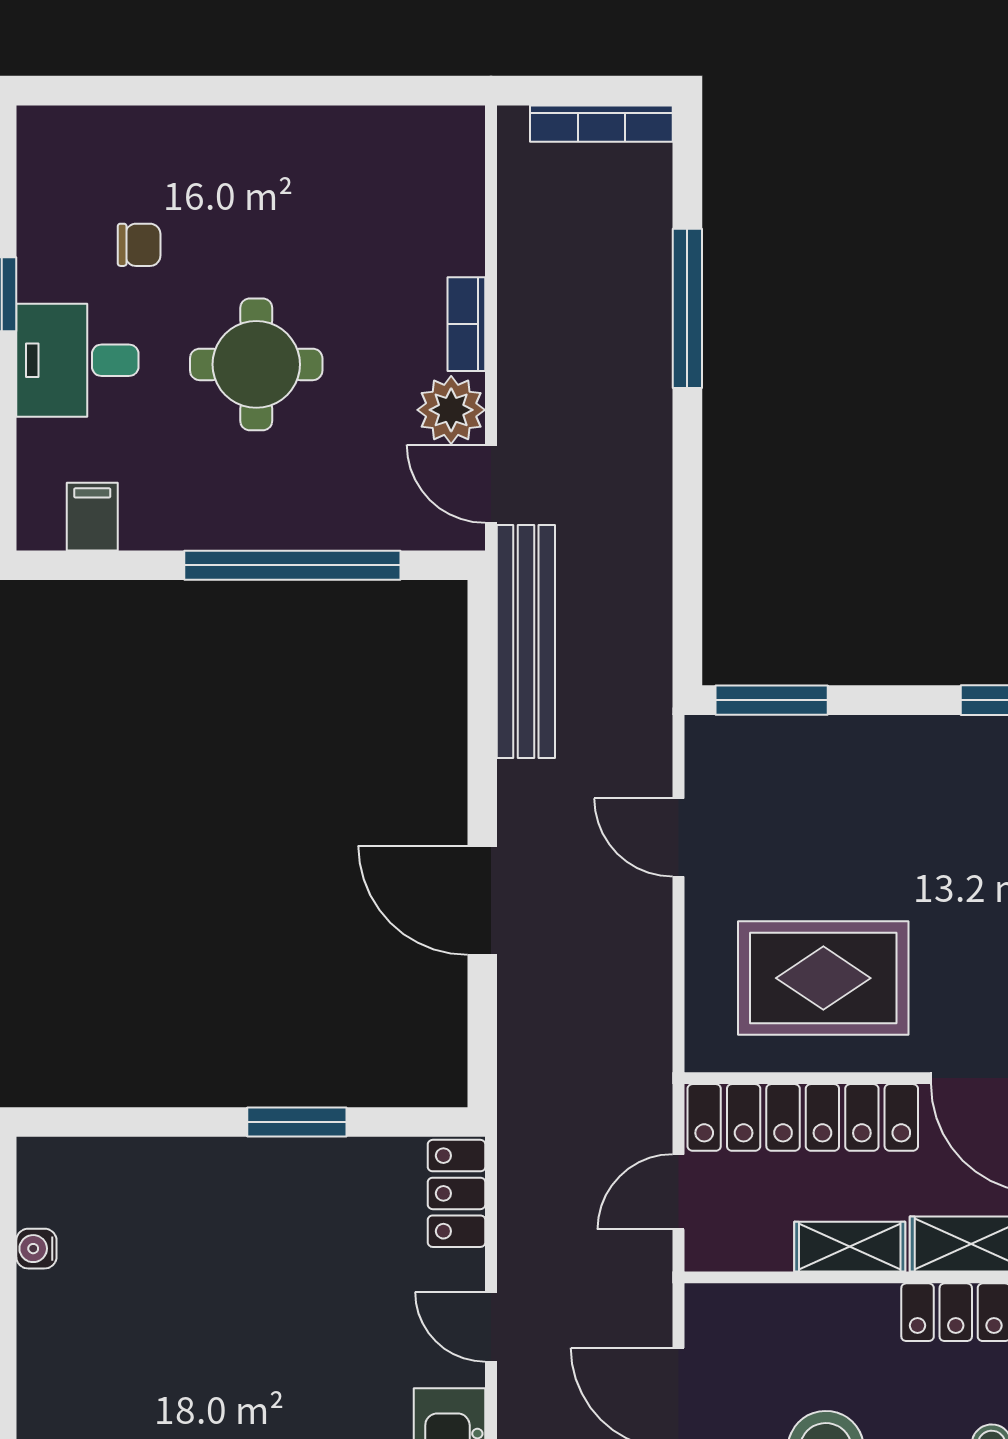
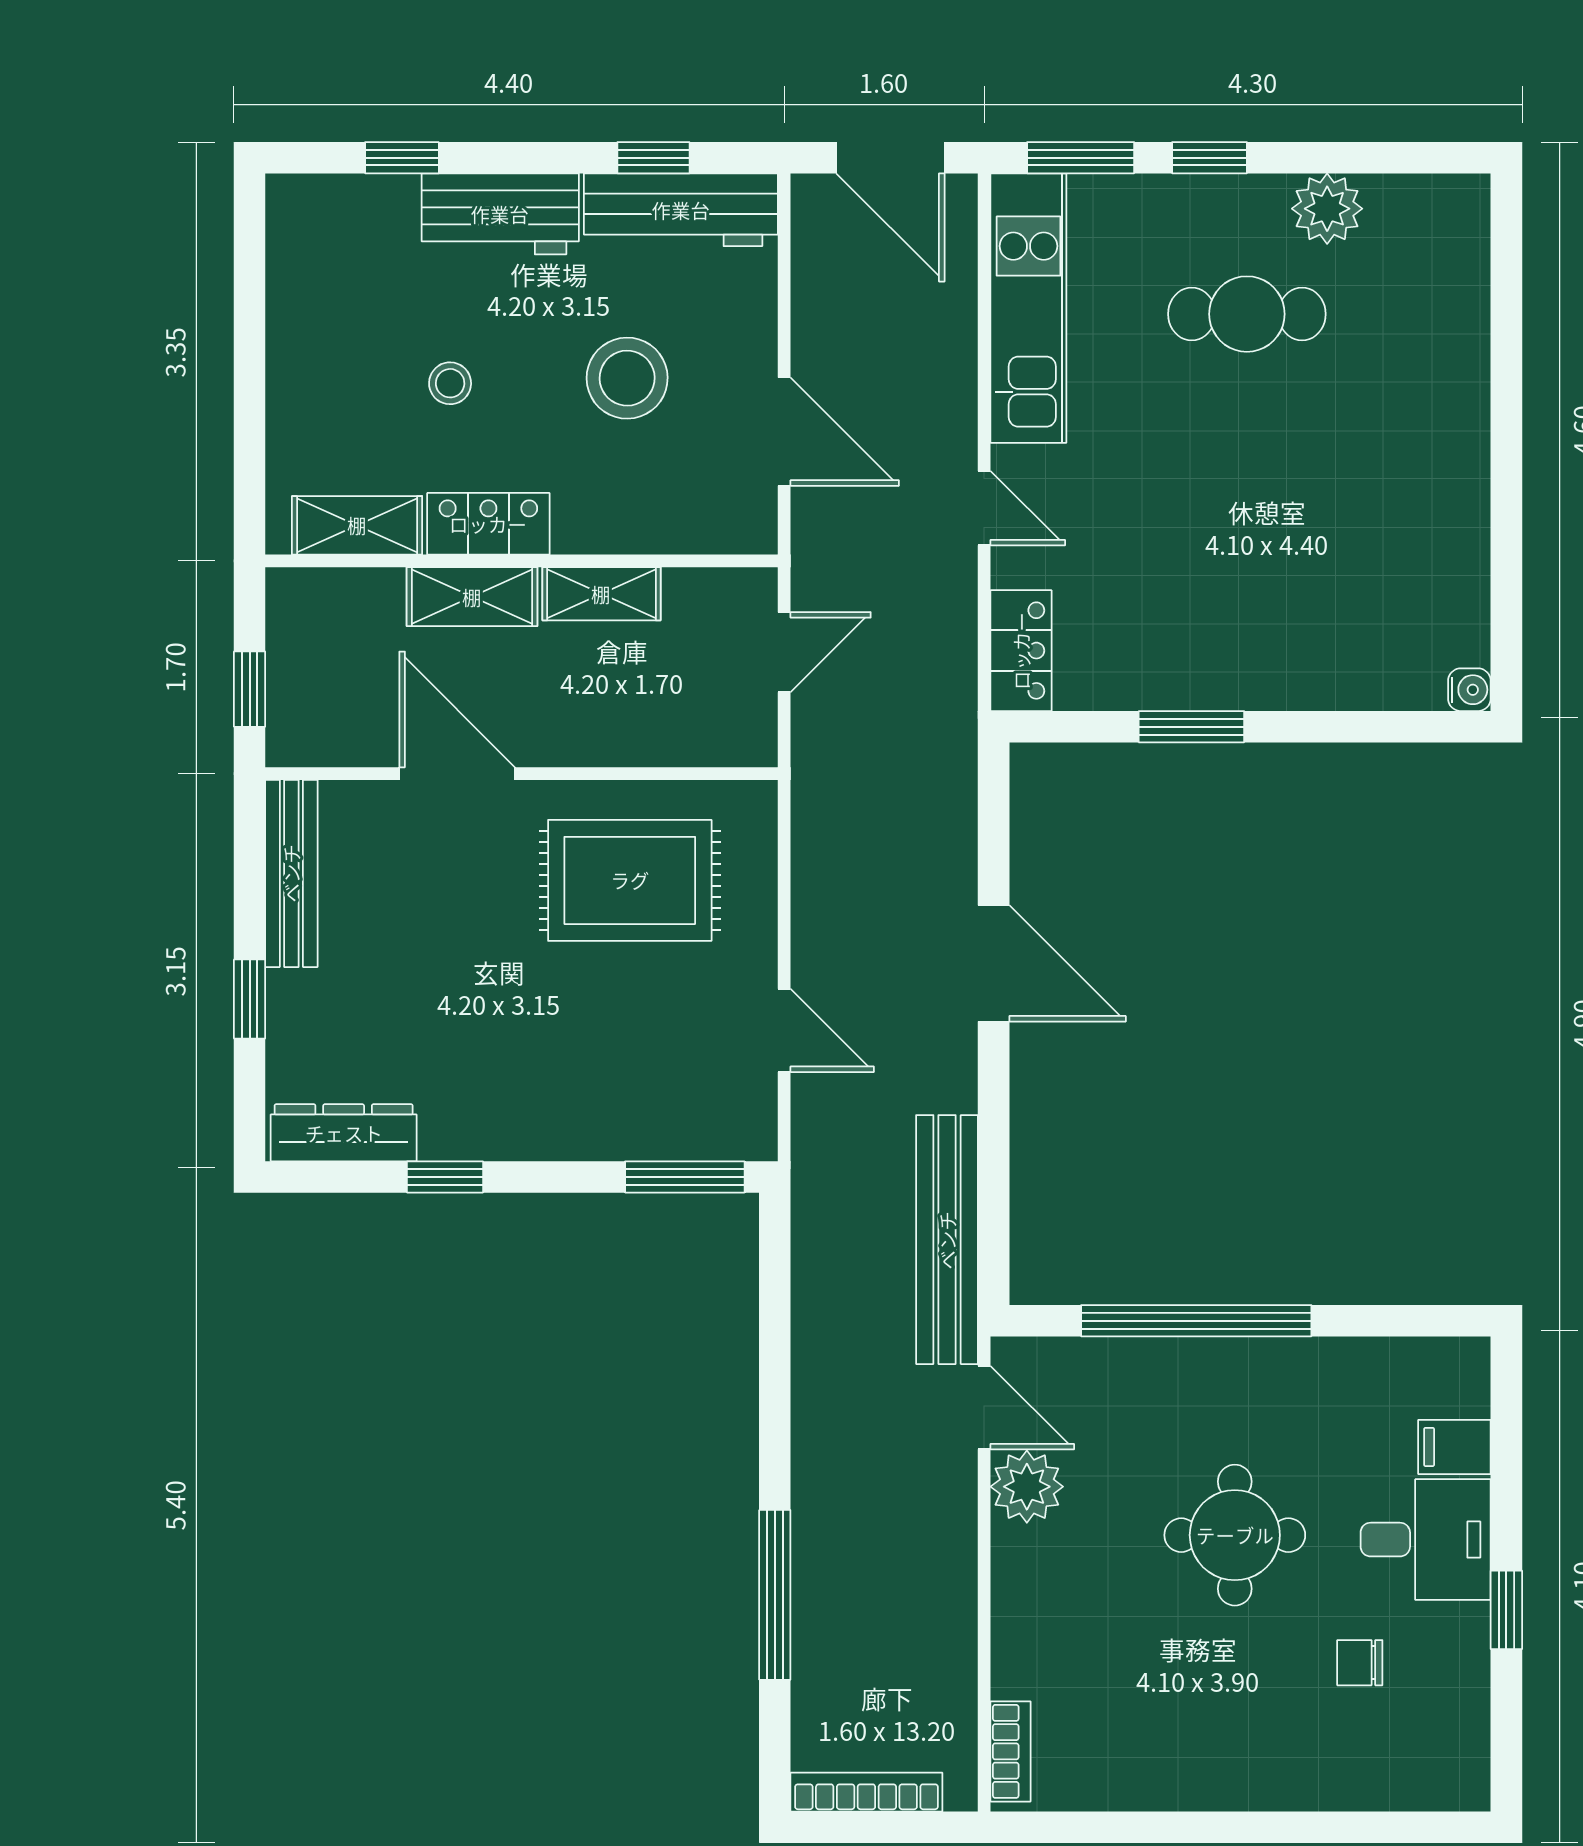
bookcase: (466, 324) -> (1011, 1751), moved
filing cabinet: (92, 517) -> (1454, 1447), moved, turned 90
locker: (803, 1117) -> (652, 732), removed
water cooler: (36, 1249) -> (1469, 690), moved

